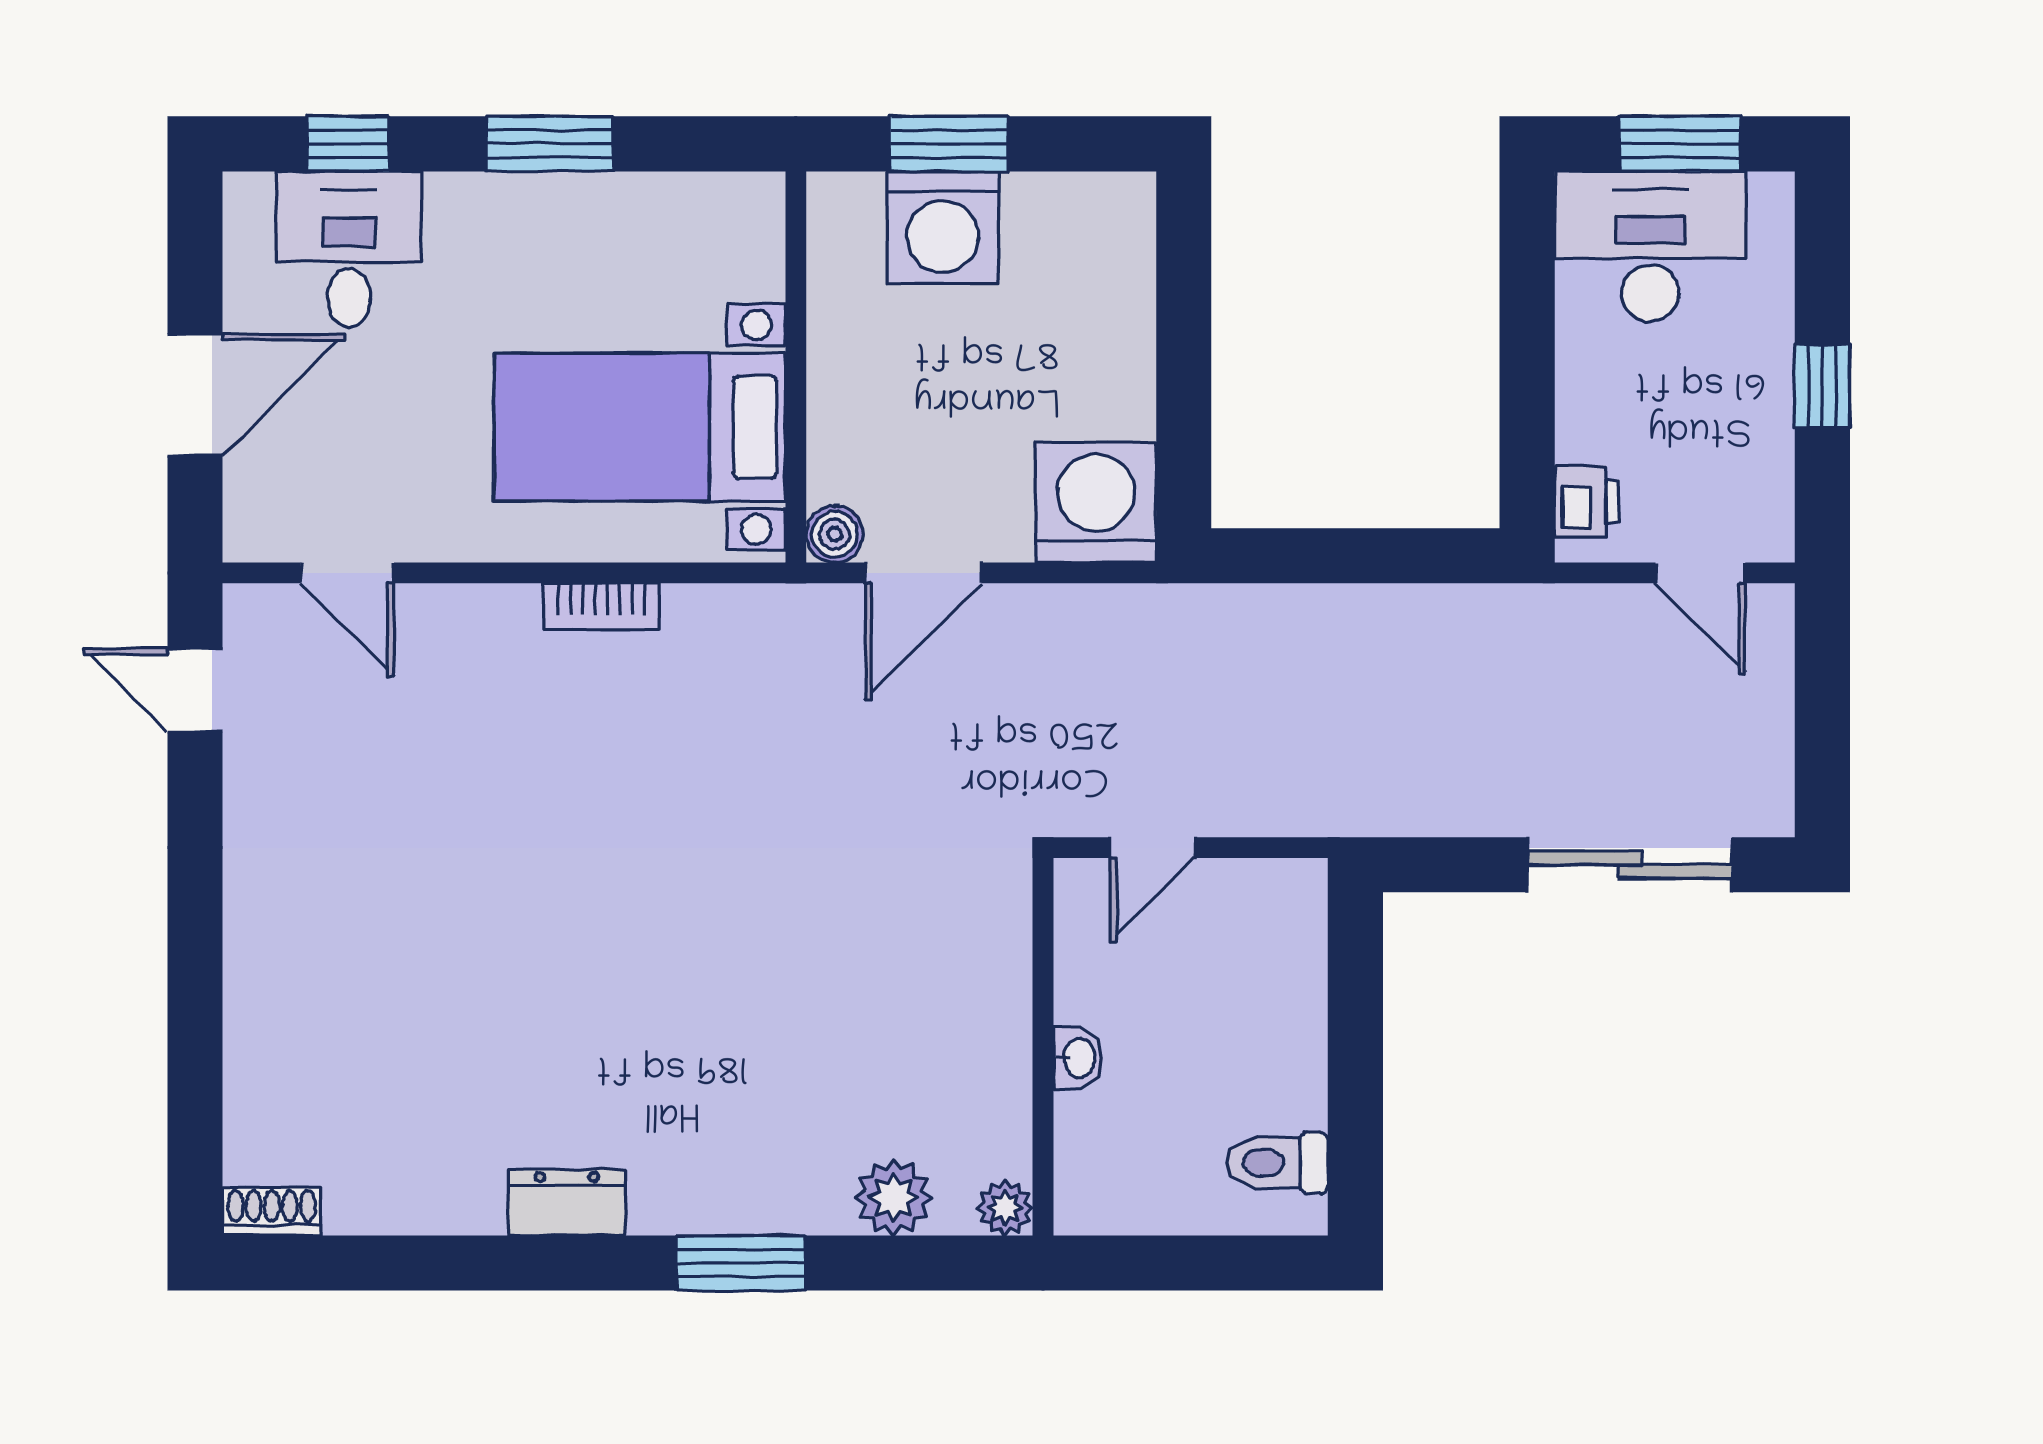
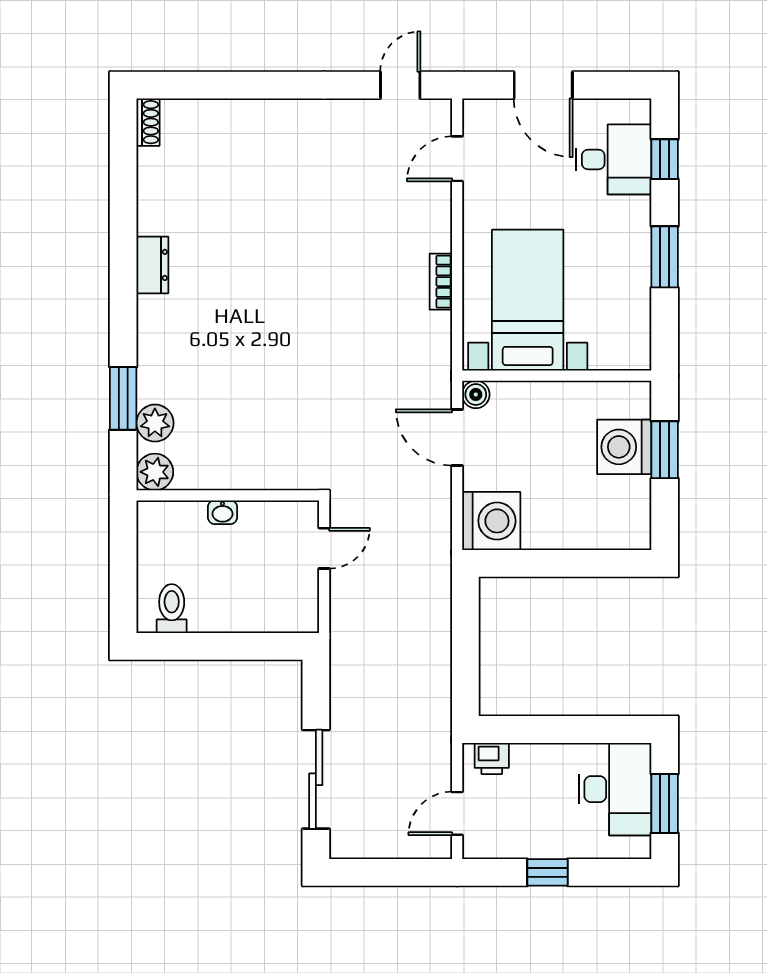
door: (1152, 848) -> (324, 548), swing flipped
plant: (1005, 1208) -> (155, 472), width x1.38, depth x1.38
window: (741, 1263) -> (123, 398), moved

